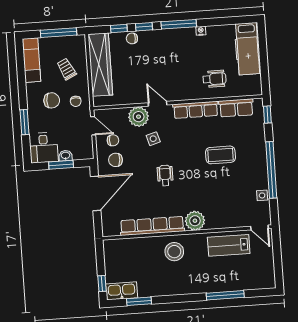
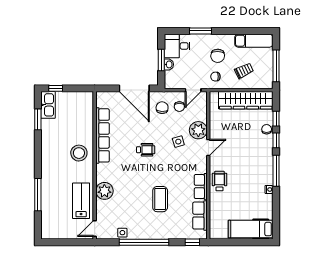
wheelchair: (214, 79) -> (219, 181), moved, turned 180
row of seats: (196, 110) -> (201, 187), width x0.68
plant: (195, 221) -> (104, 191), moved

